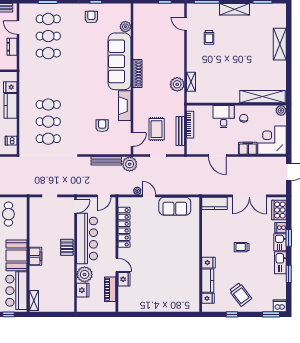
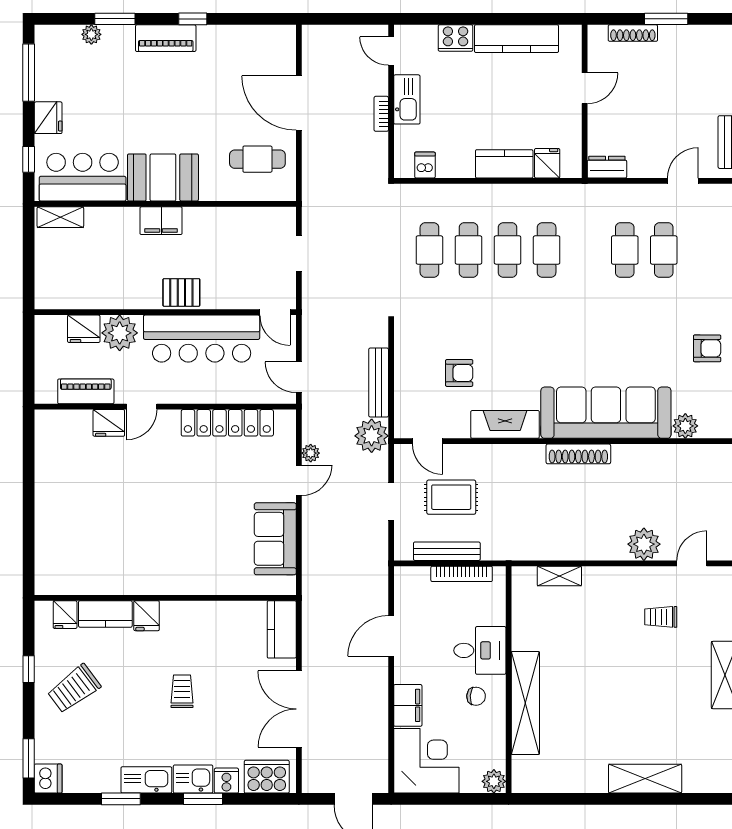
cafe table: (48, 19) -> (547, 250), moved
dresser: (12, 47) -> (607, 167), moved
plant: (177, 84) -> (644, 544), moved
shelving: (262, 97) -> (525, 703), moved

